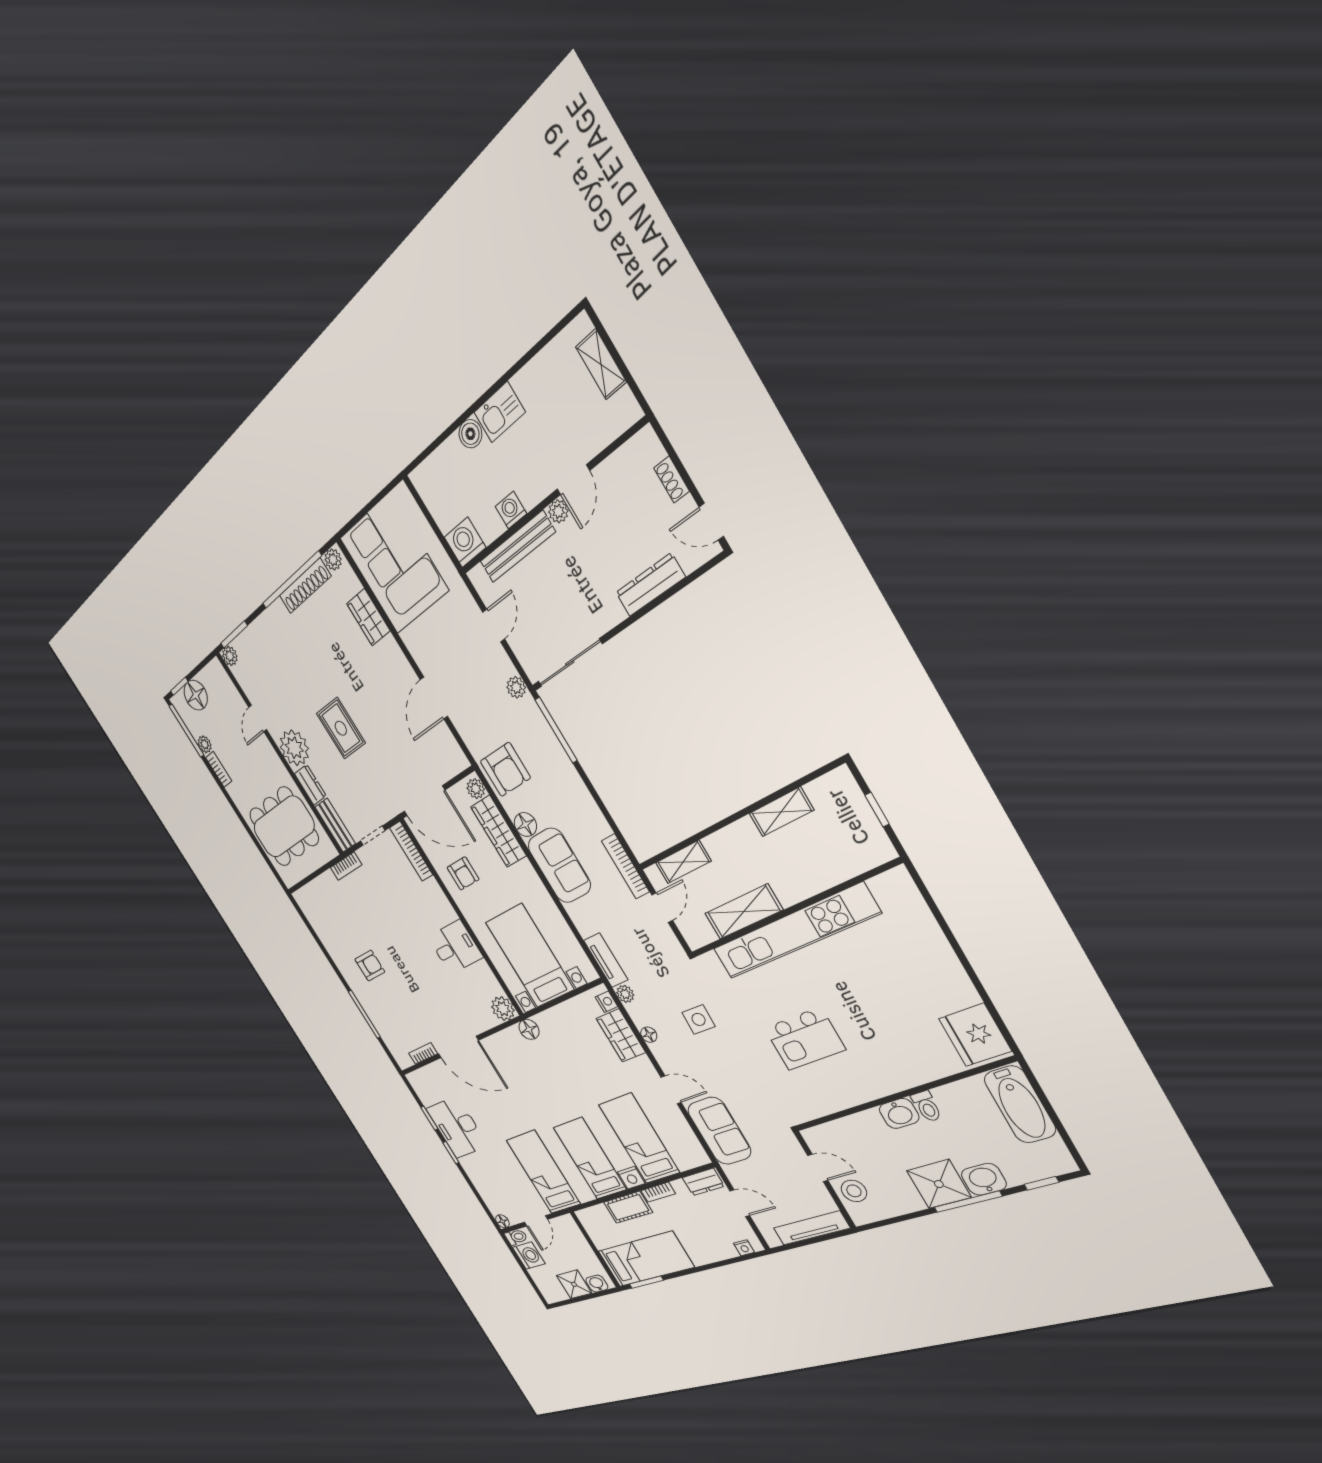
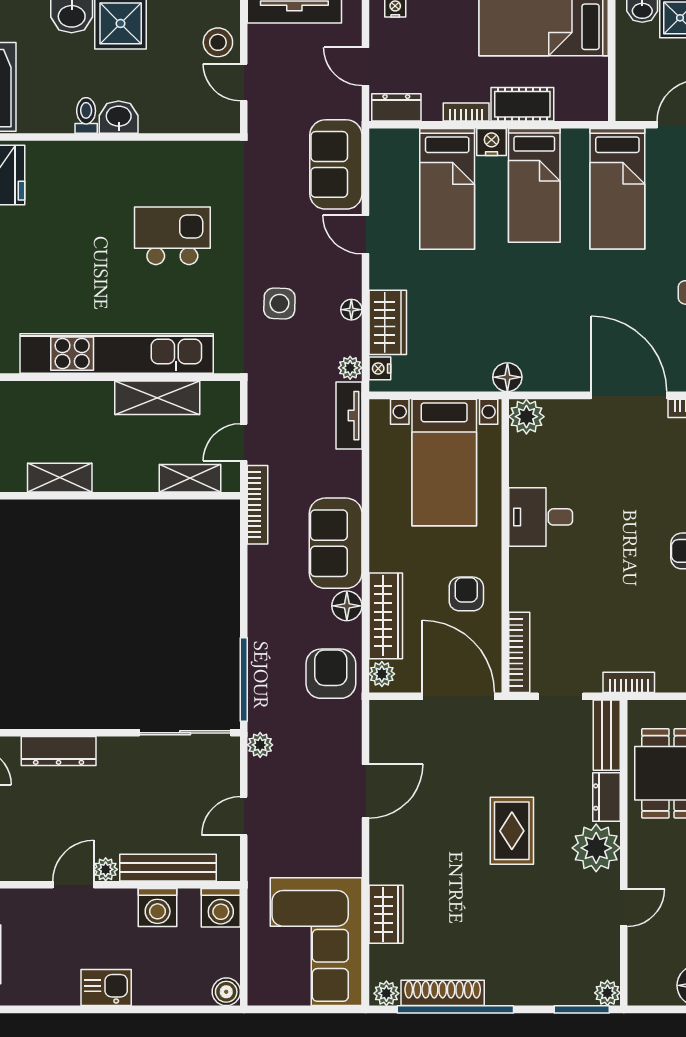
boiler: (470, 434) -> (226, 992), moved
washing machine: (511, 510) -> (158, 908), width x1.38, depth x1.38

